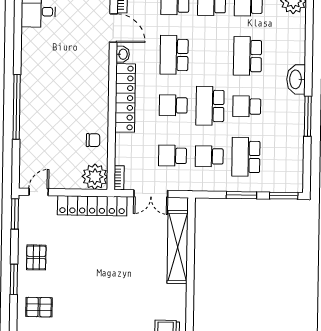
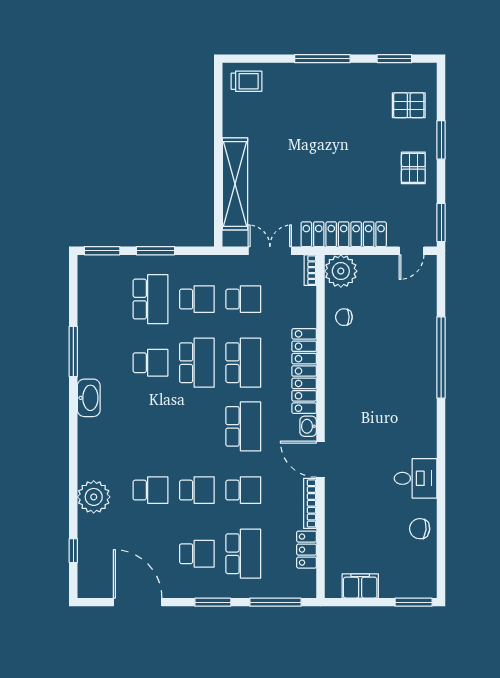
school desk: (248, 56) -> (150, 426), removed
school desk: (173, 105) -> (243, 363), width x1.85

